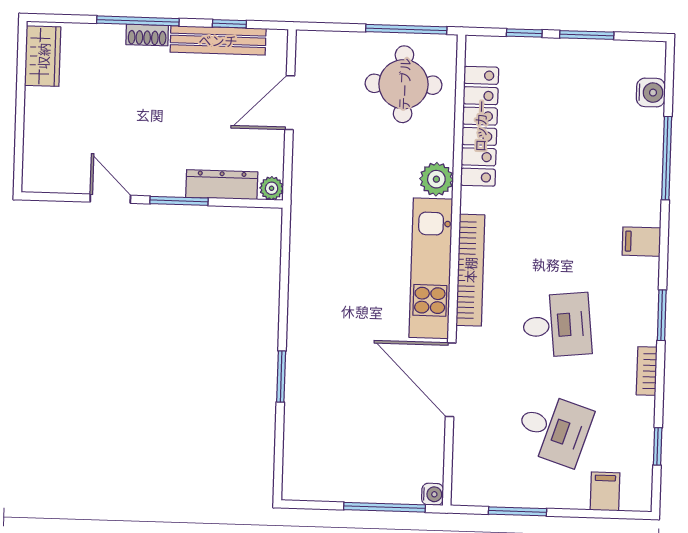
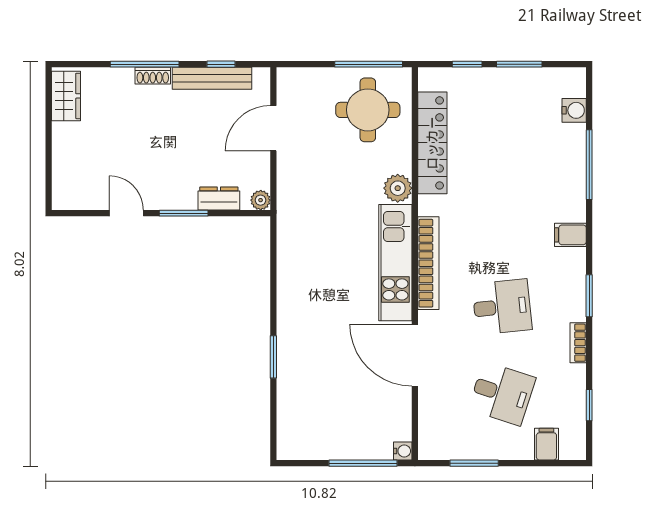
dresser: (222, 185) -> (219, 198), width x0.70

